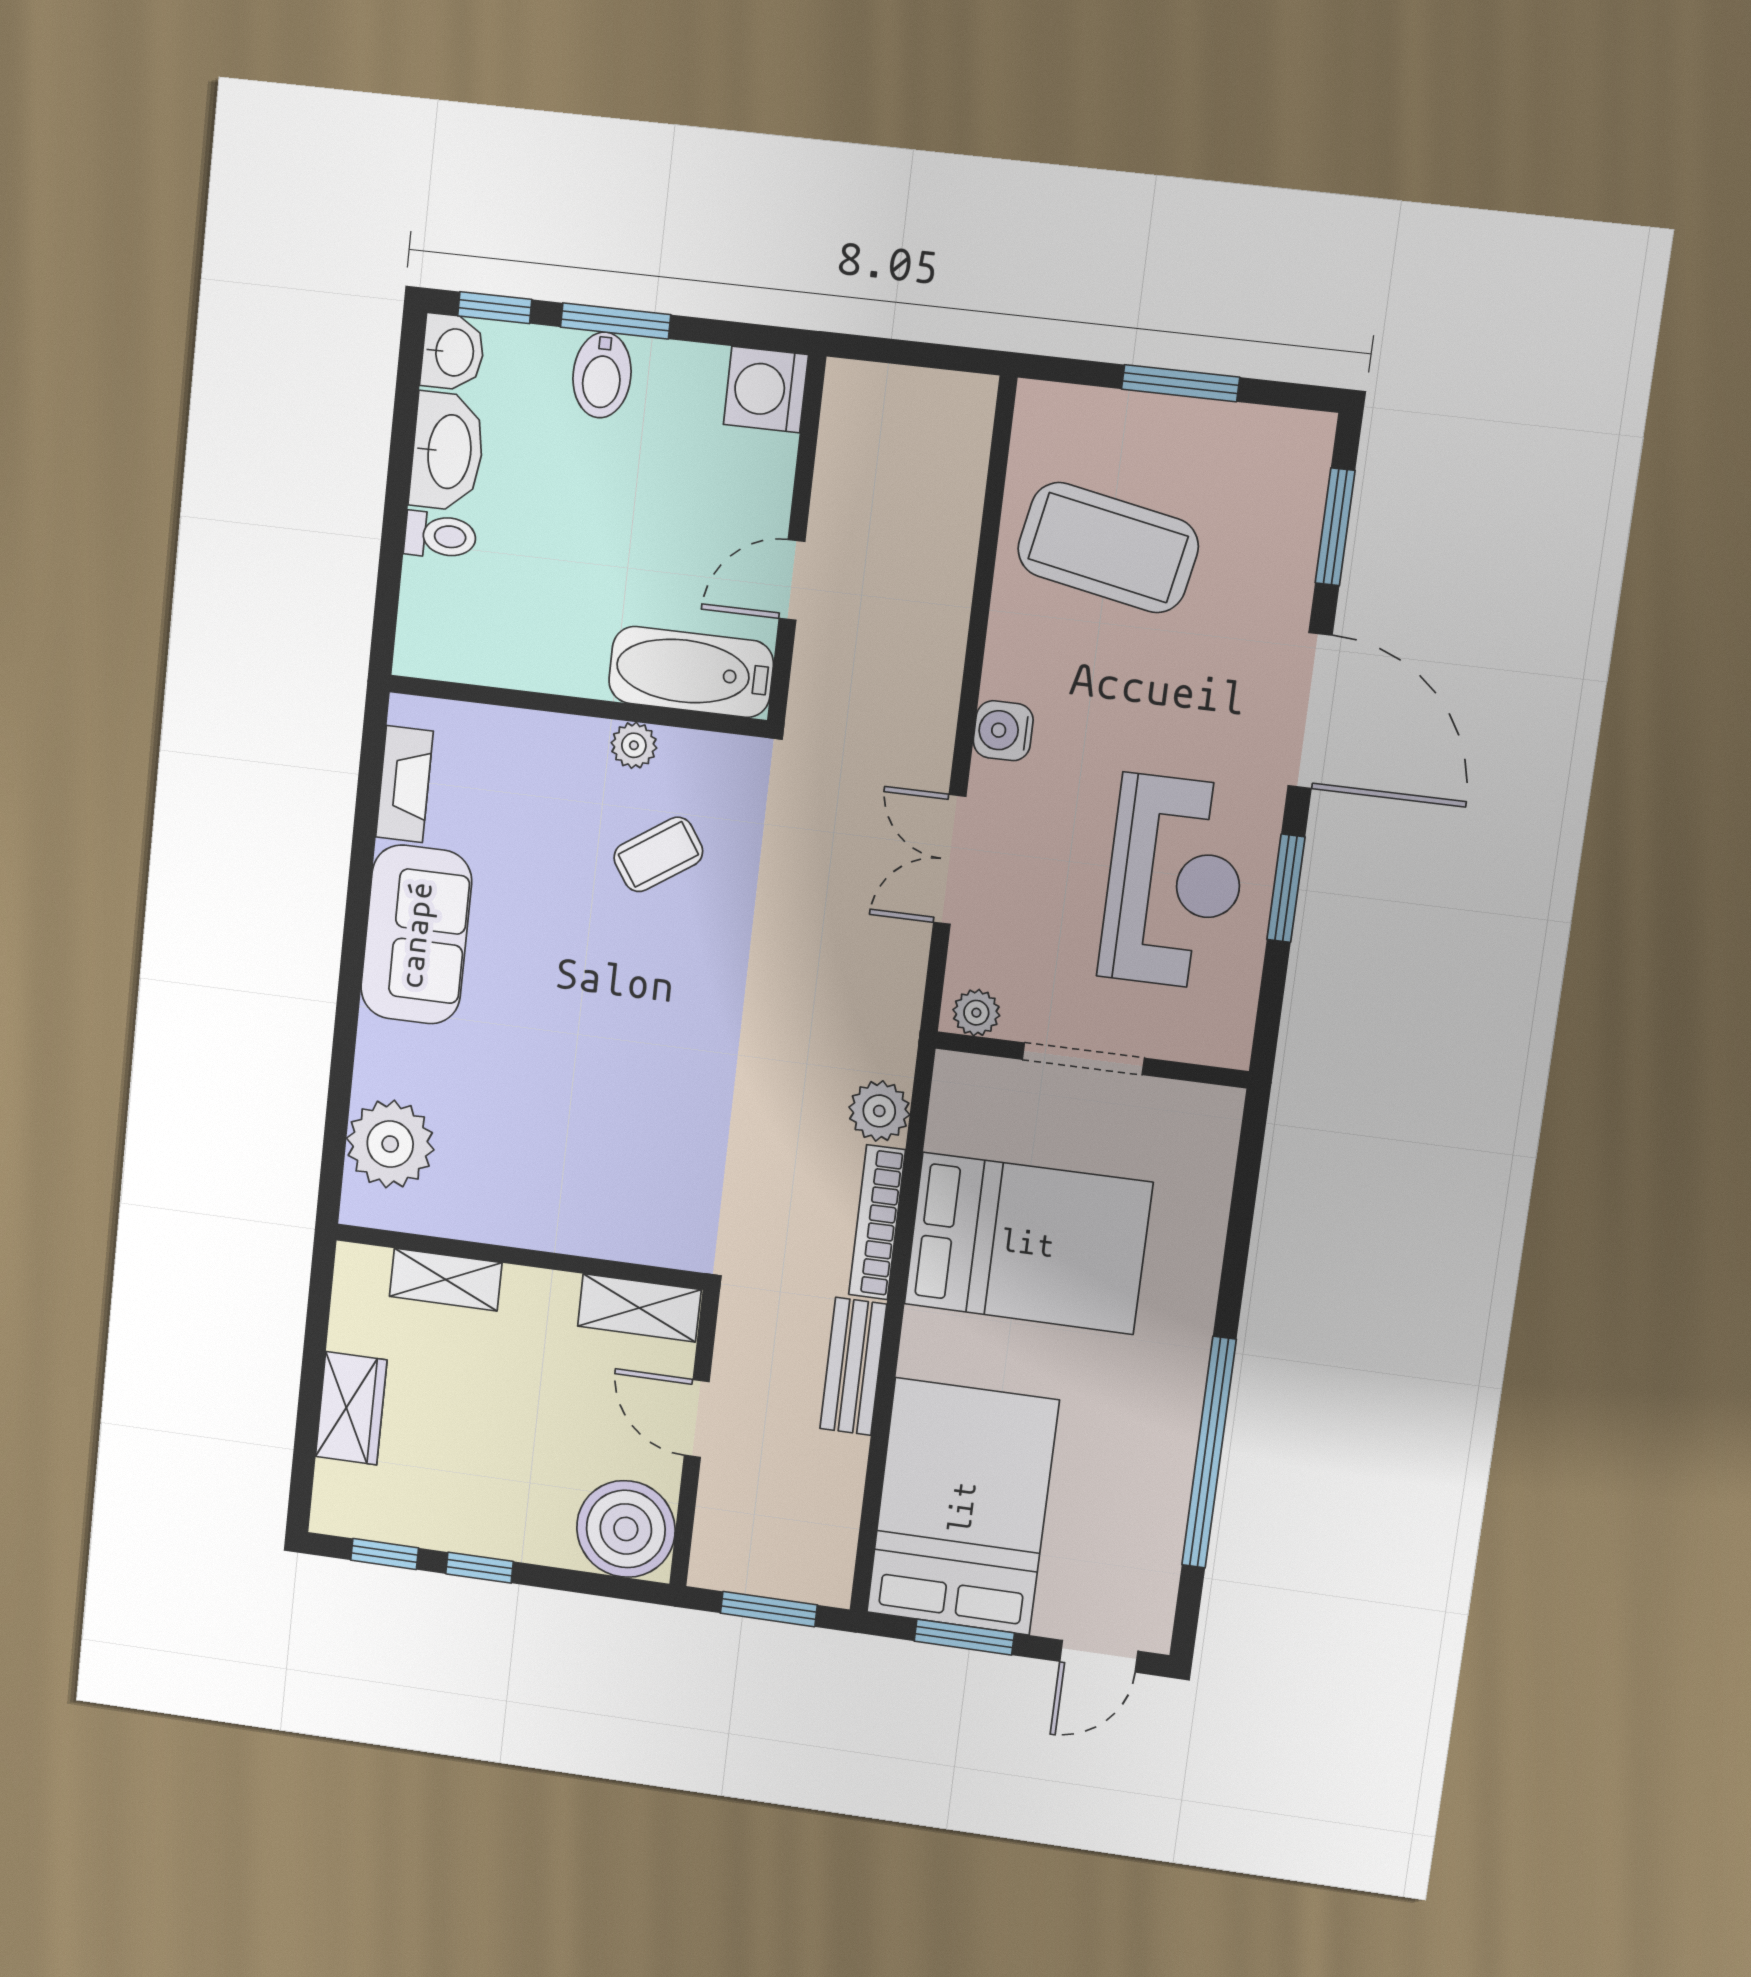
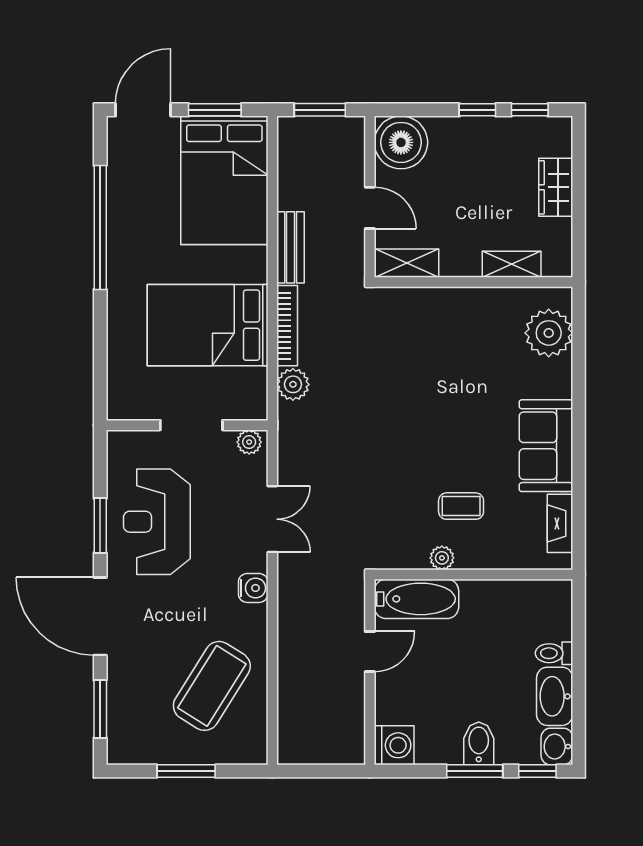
coffee table: (1108, 548) -> (212, 686), turned -69
coffee table: (658, 854) -> (461, 506), moved, turned 34
door: (1099, 1656) -> (143, 110), width x1.38

